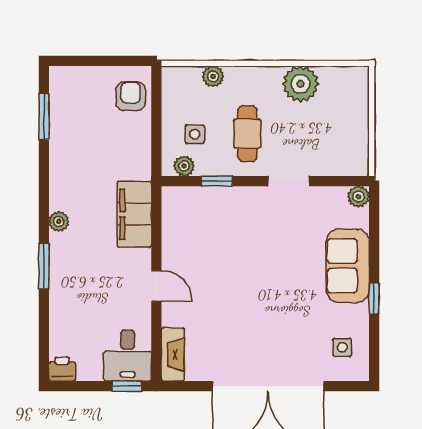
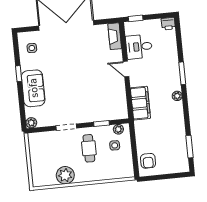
plant: (213, 76) -> (109, 175), removed
desk: (128, 355) -> (139, 47), moved, turned -90

